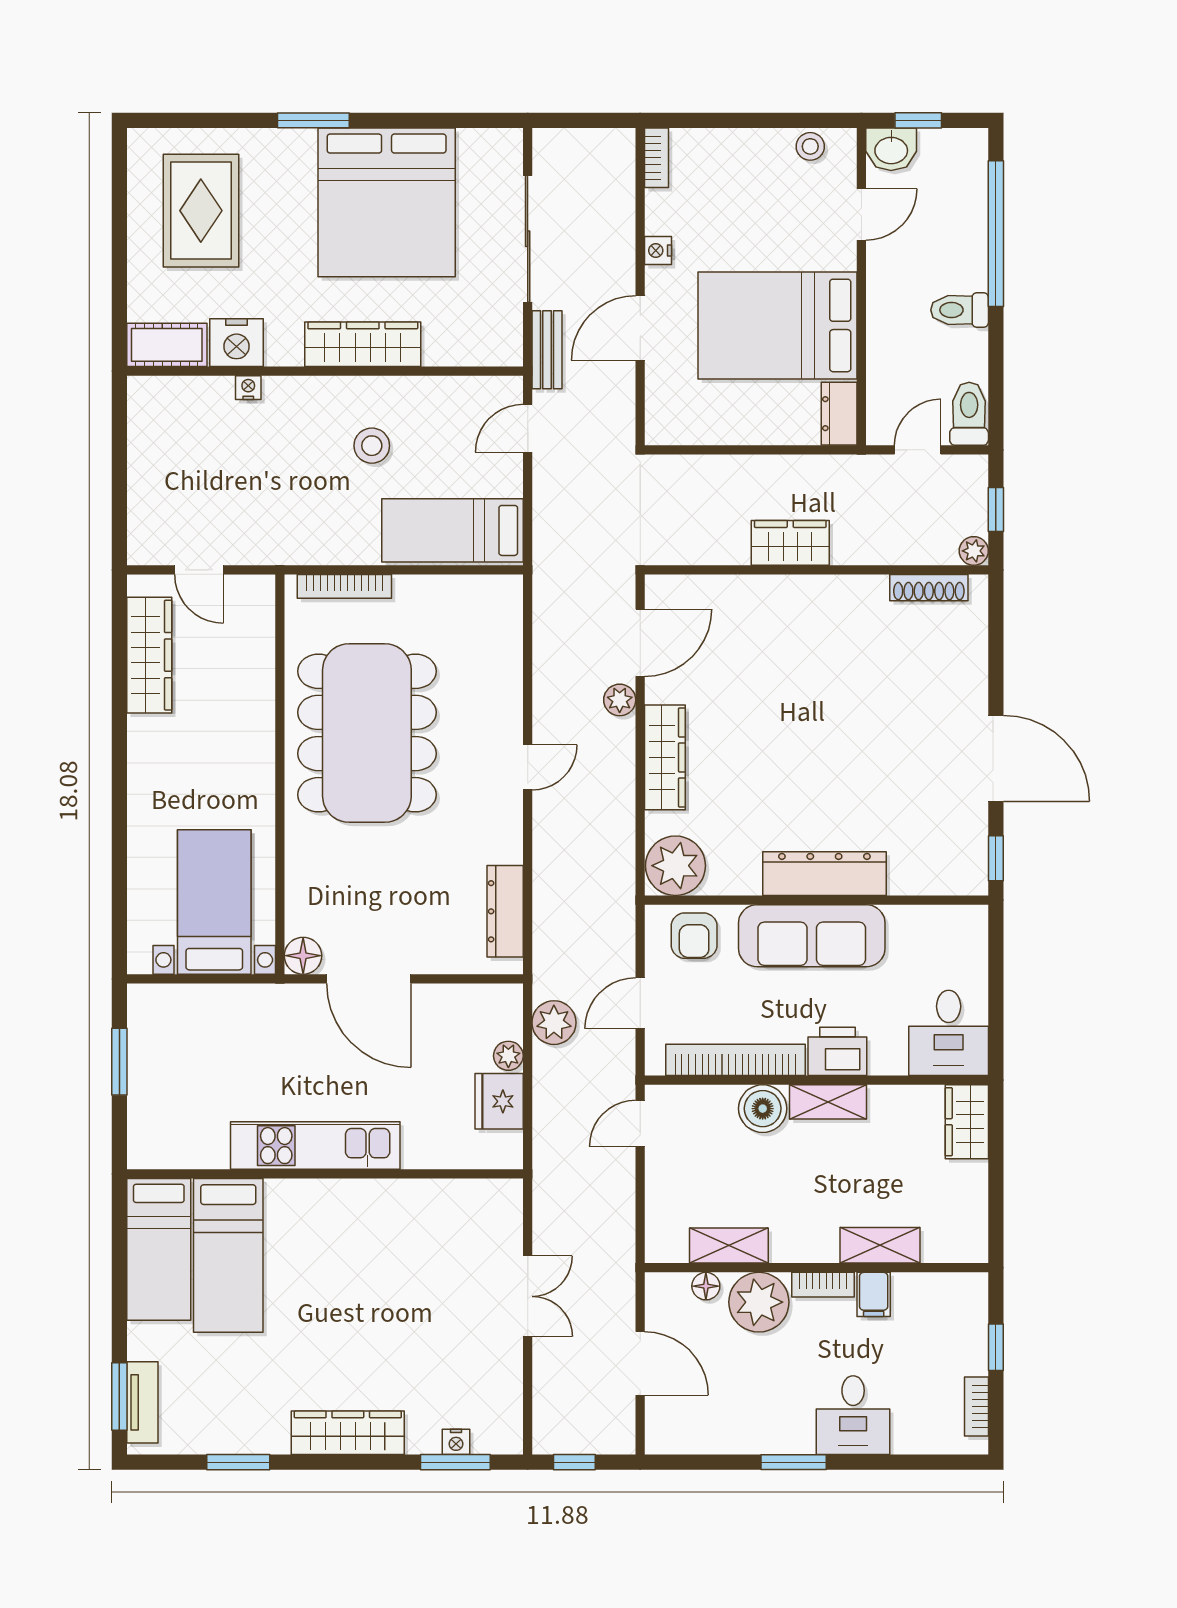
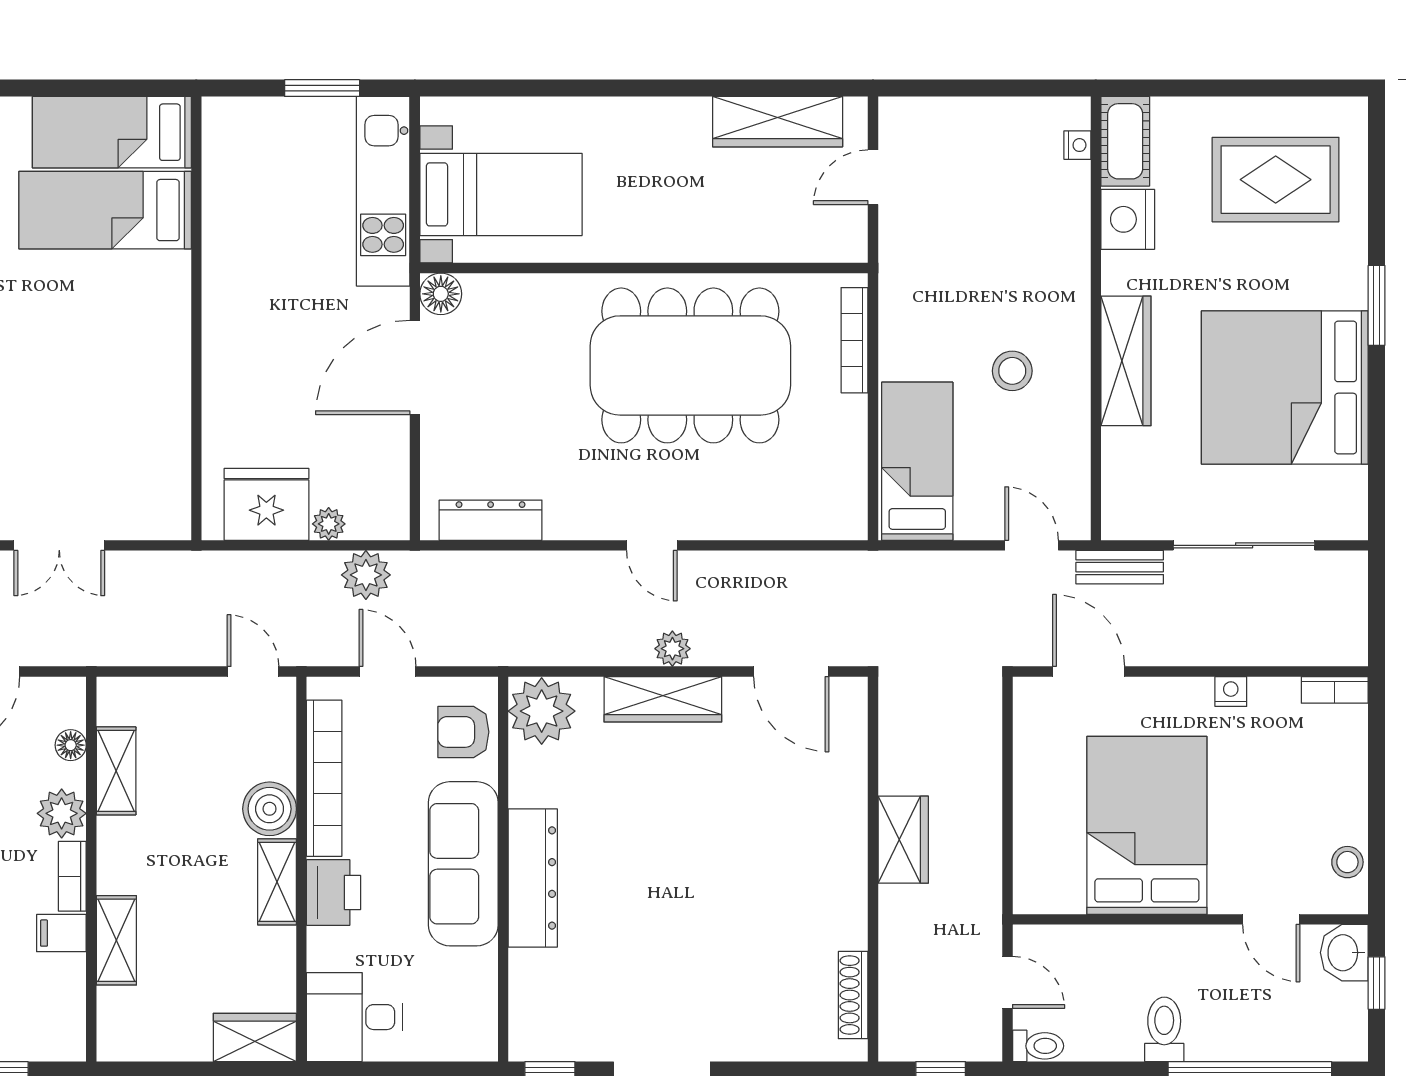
door: (640, 328) -> (1089, 671), moved
nightstand: (248, 388) -> (1077, 145), moved
dresser: (839, 414) -> (1048, 895), removed
toilet: (969, 414) -> (1038, 1046), width x0.73, depth x0.72
plant: (974, 551) -> (894, 1045), removed
plant: (620, 700) -> (672, 649), moved
fridge: (499, 1101) -> (266, 504), width x1.36, depth x1.34
kitchen unit: (315, 1146) -> (383, 191), moved, turned 180
plant: (759, 1302) -> (62, 813), width x0.73, depth x0.73

